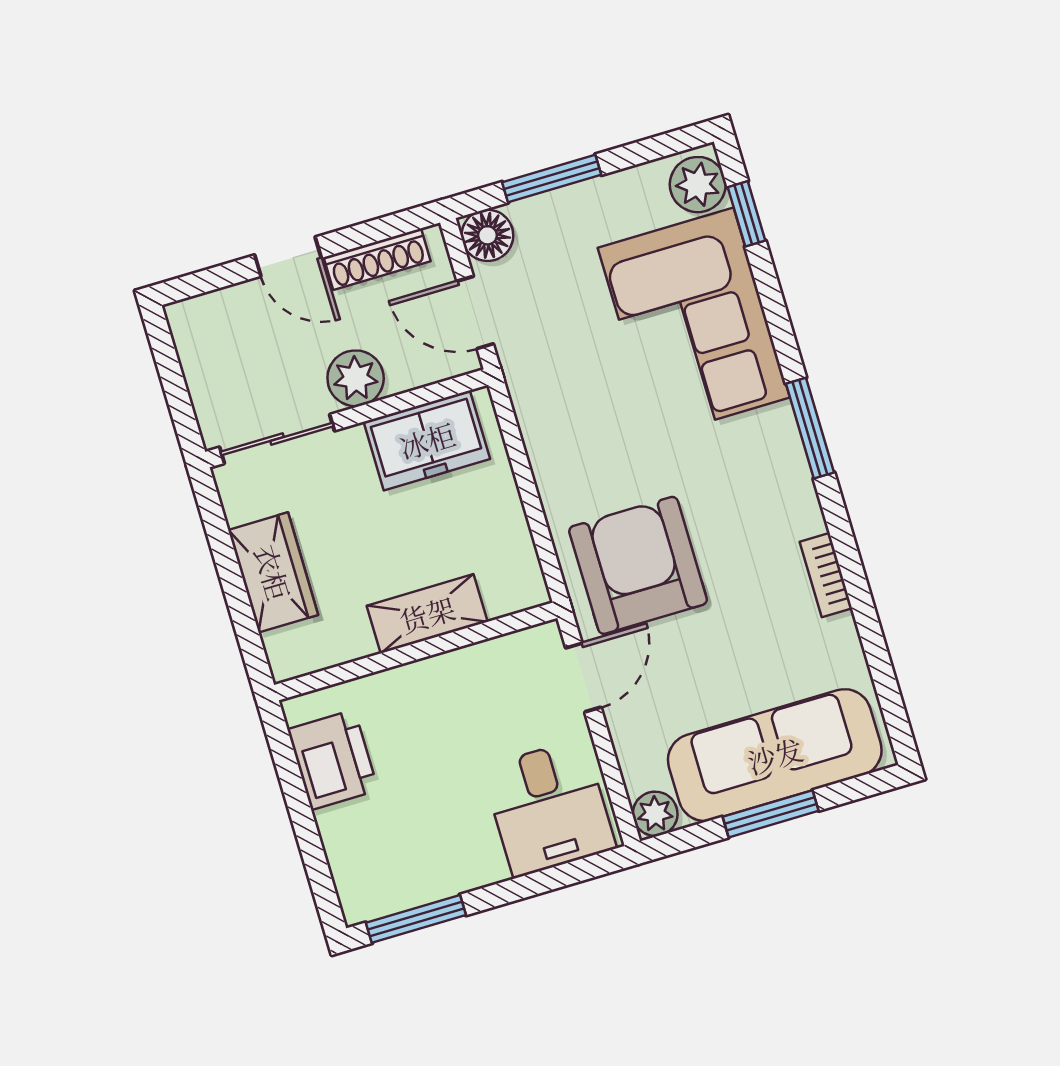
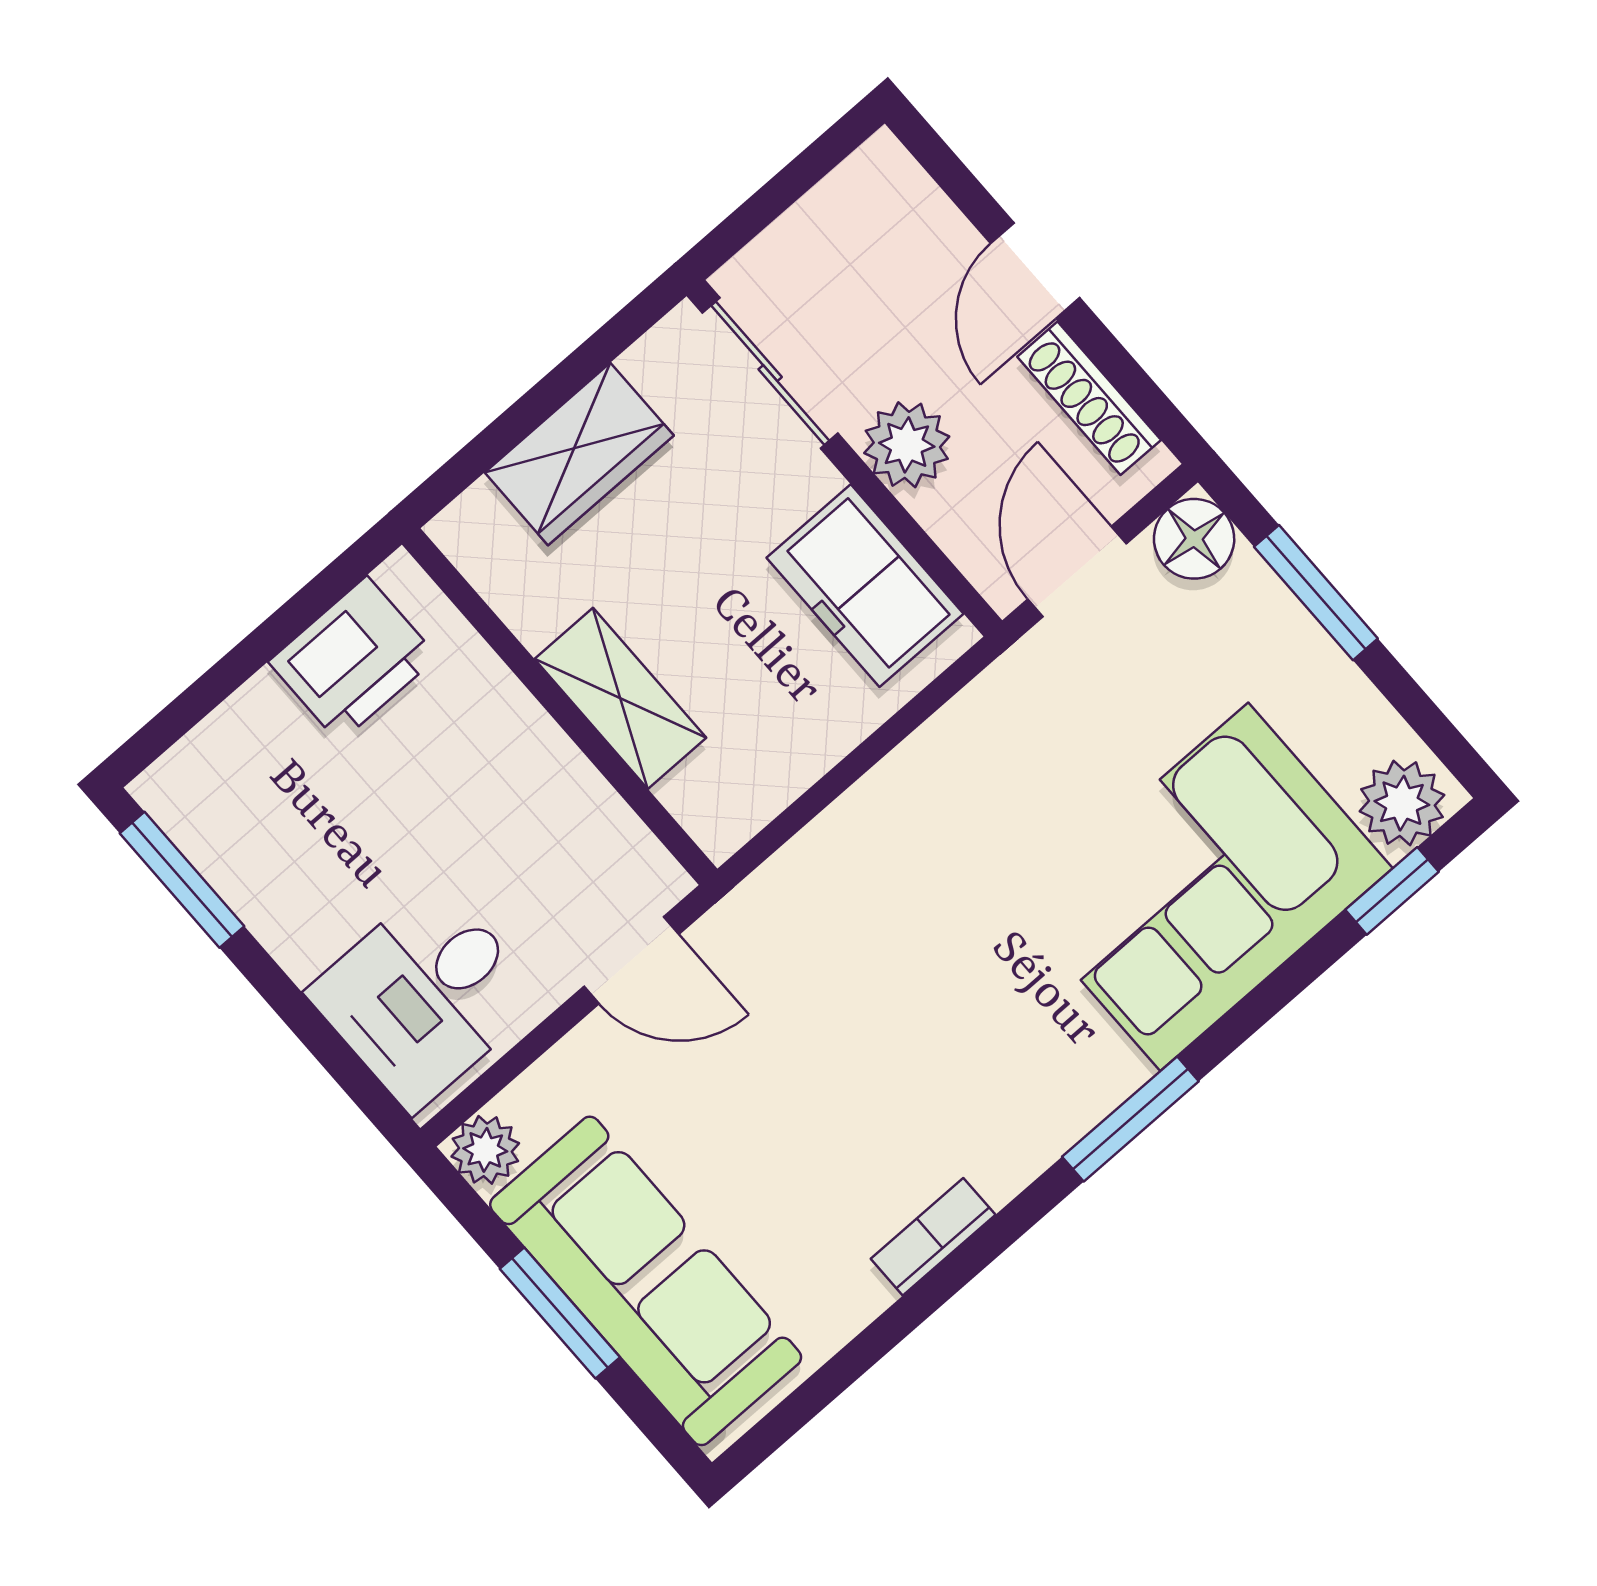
armchair: (638, 565) -> (825, 965), removed

